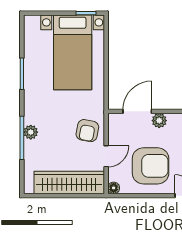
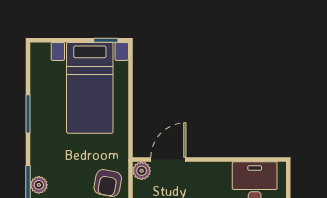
plant: (159, 121) -> (142, 171), moved

